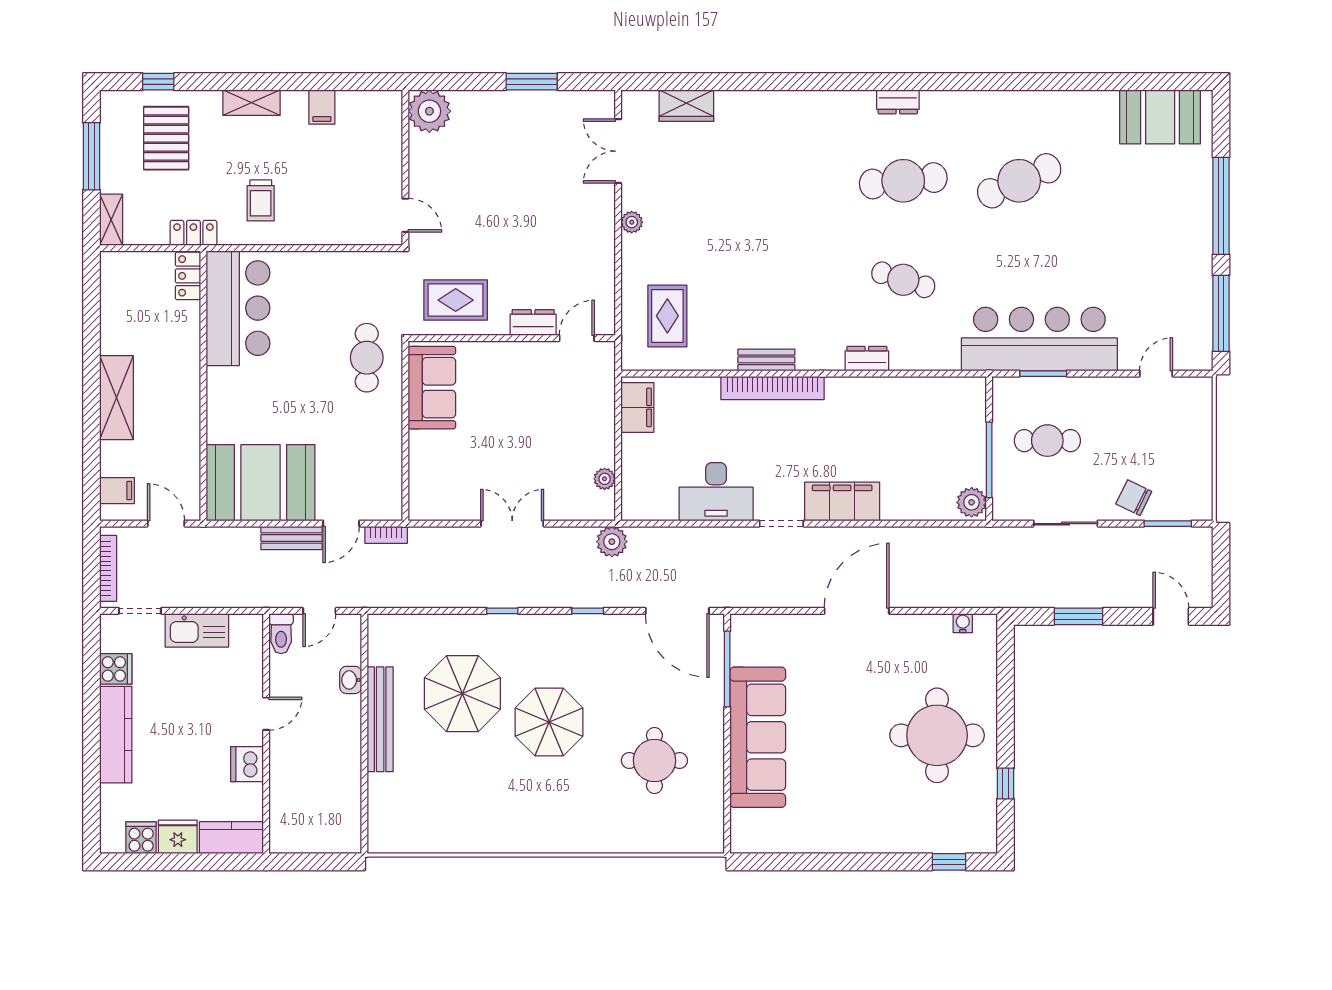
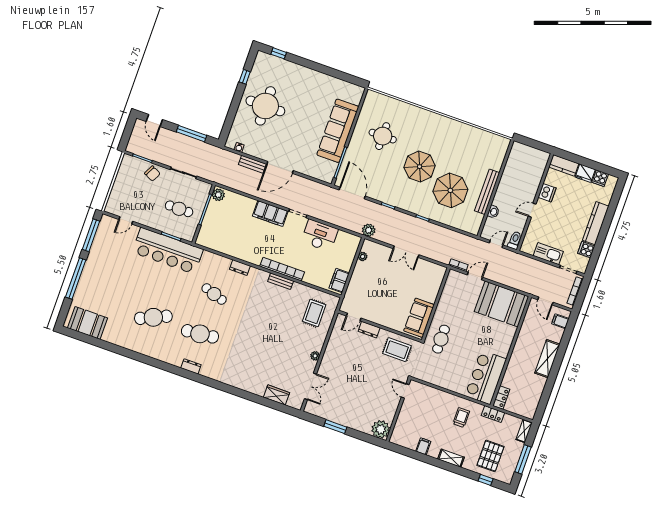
bench: (292, 538) -> (252, 164), moved
window: (1078, 616) -> (192, 134), width x1.44

